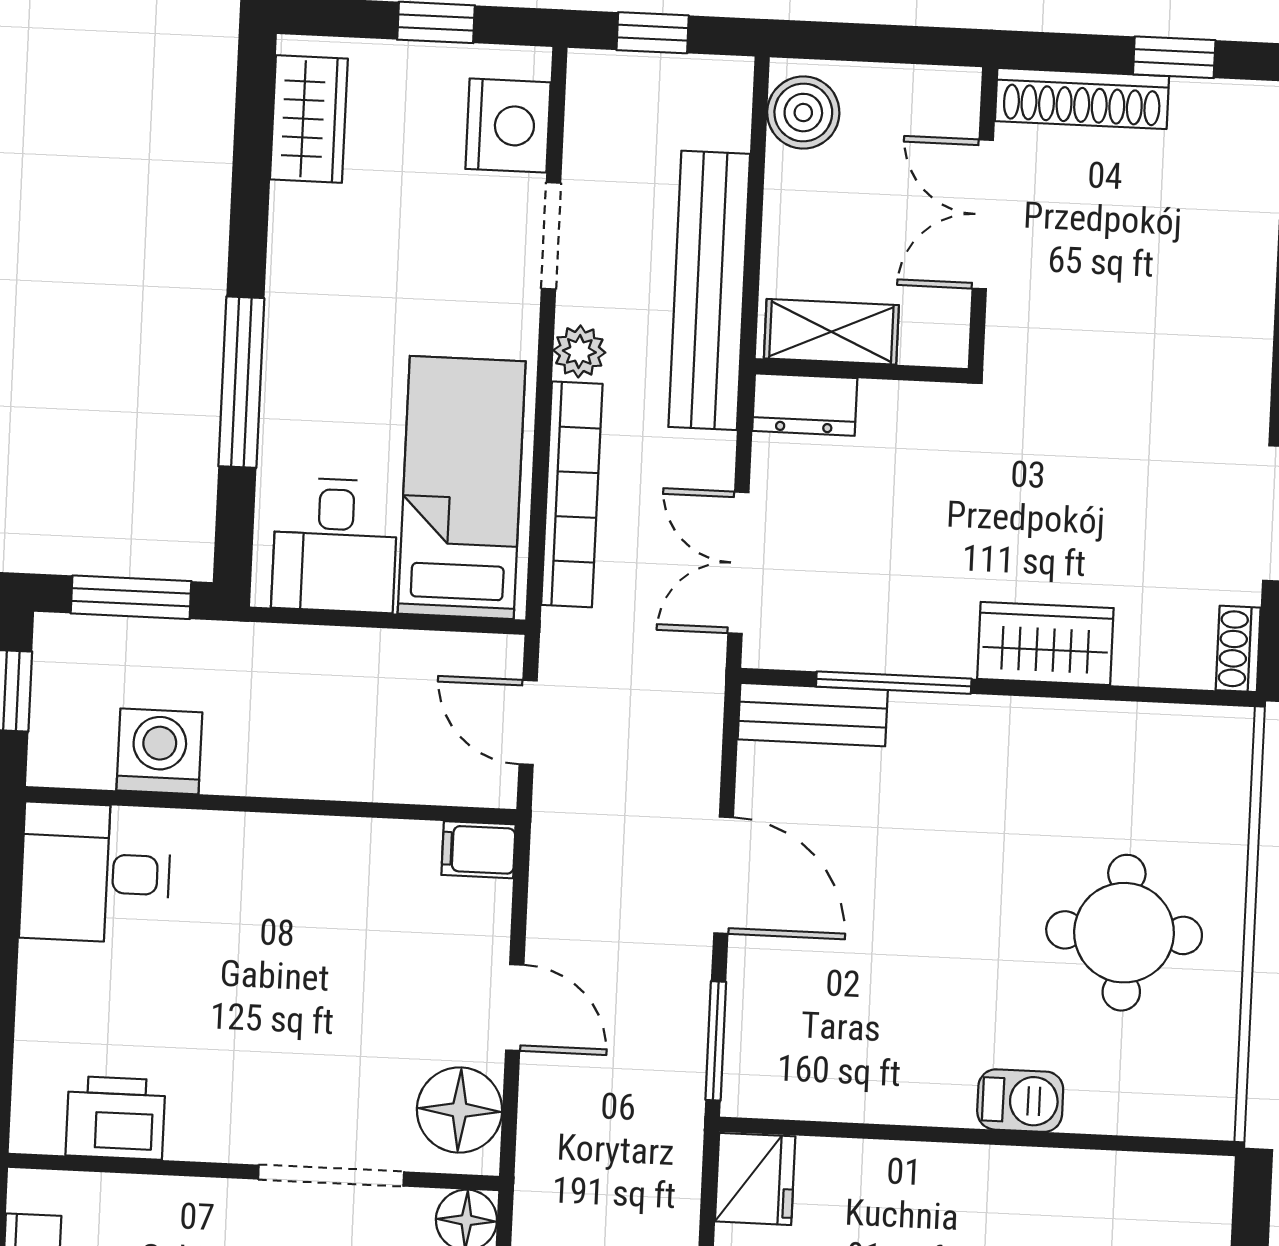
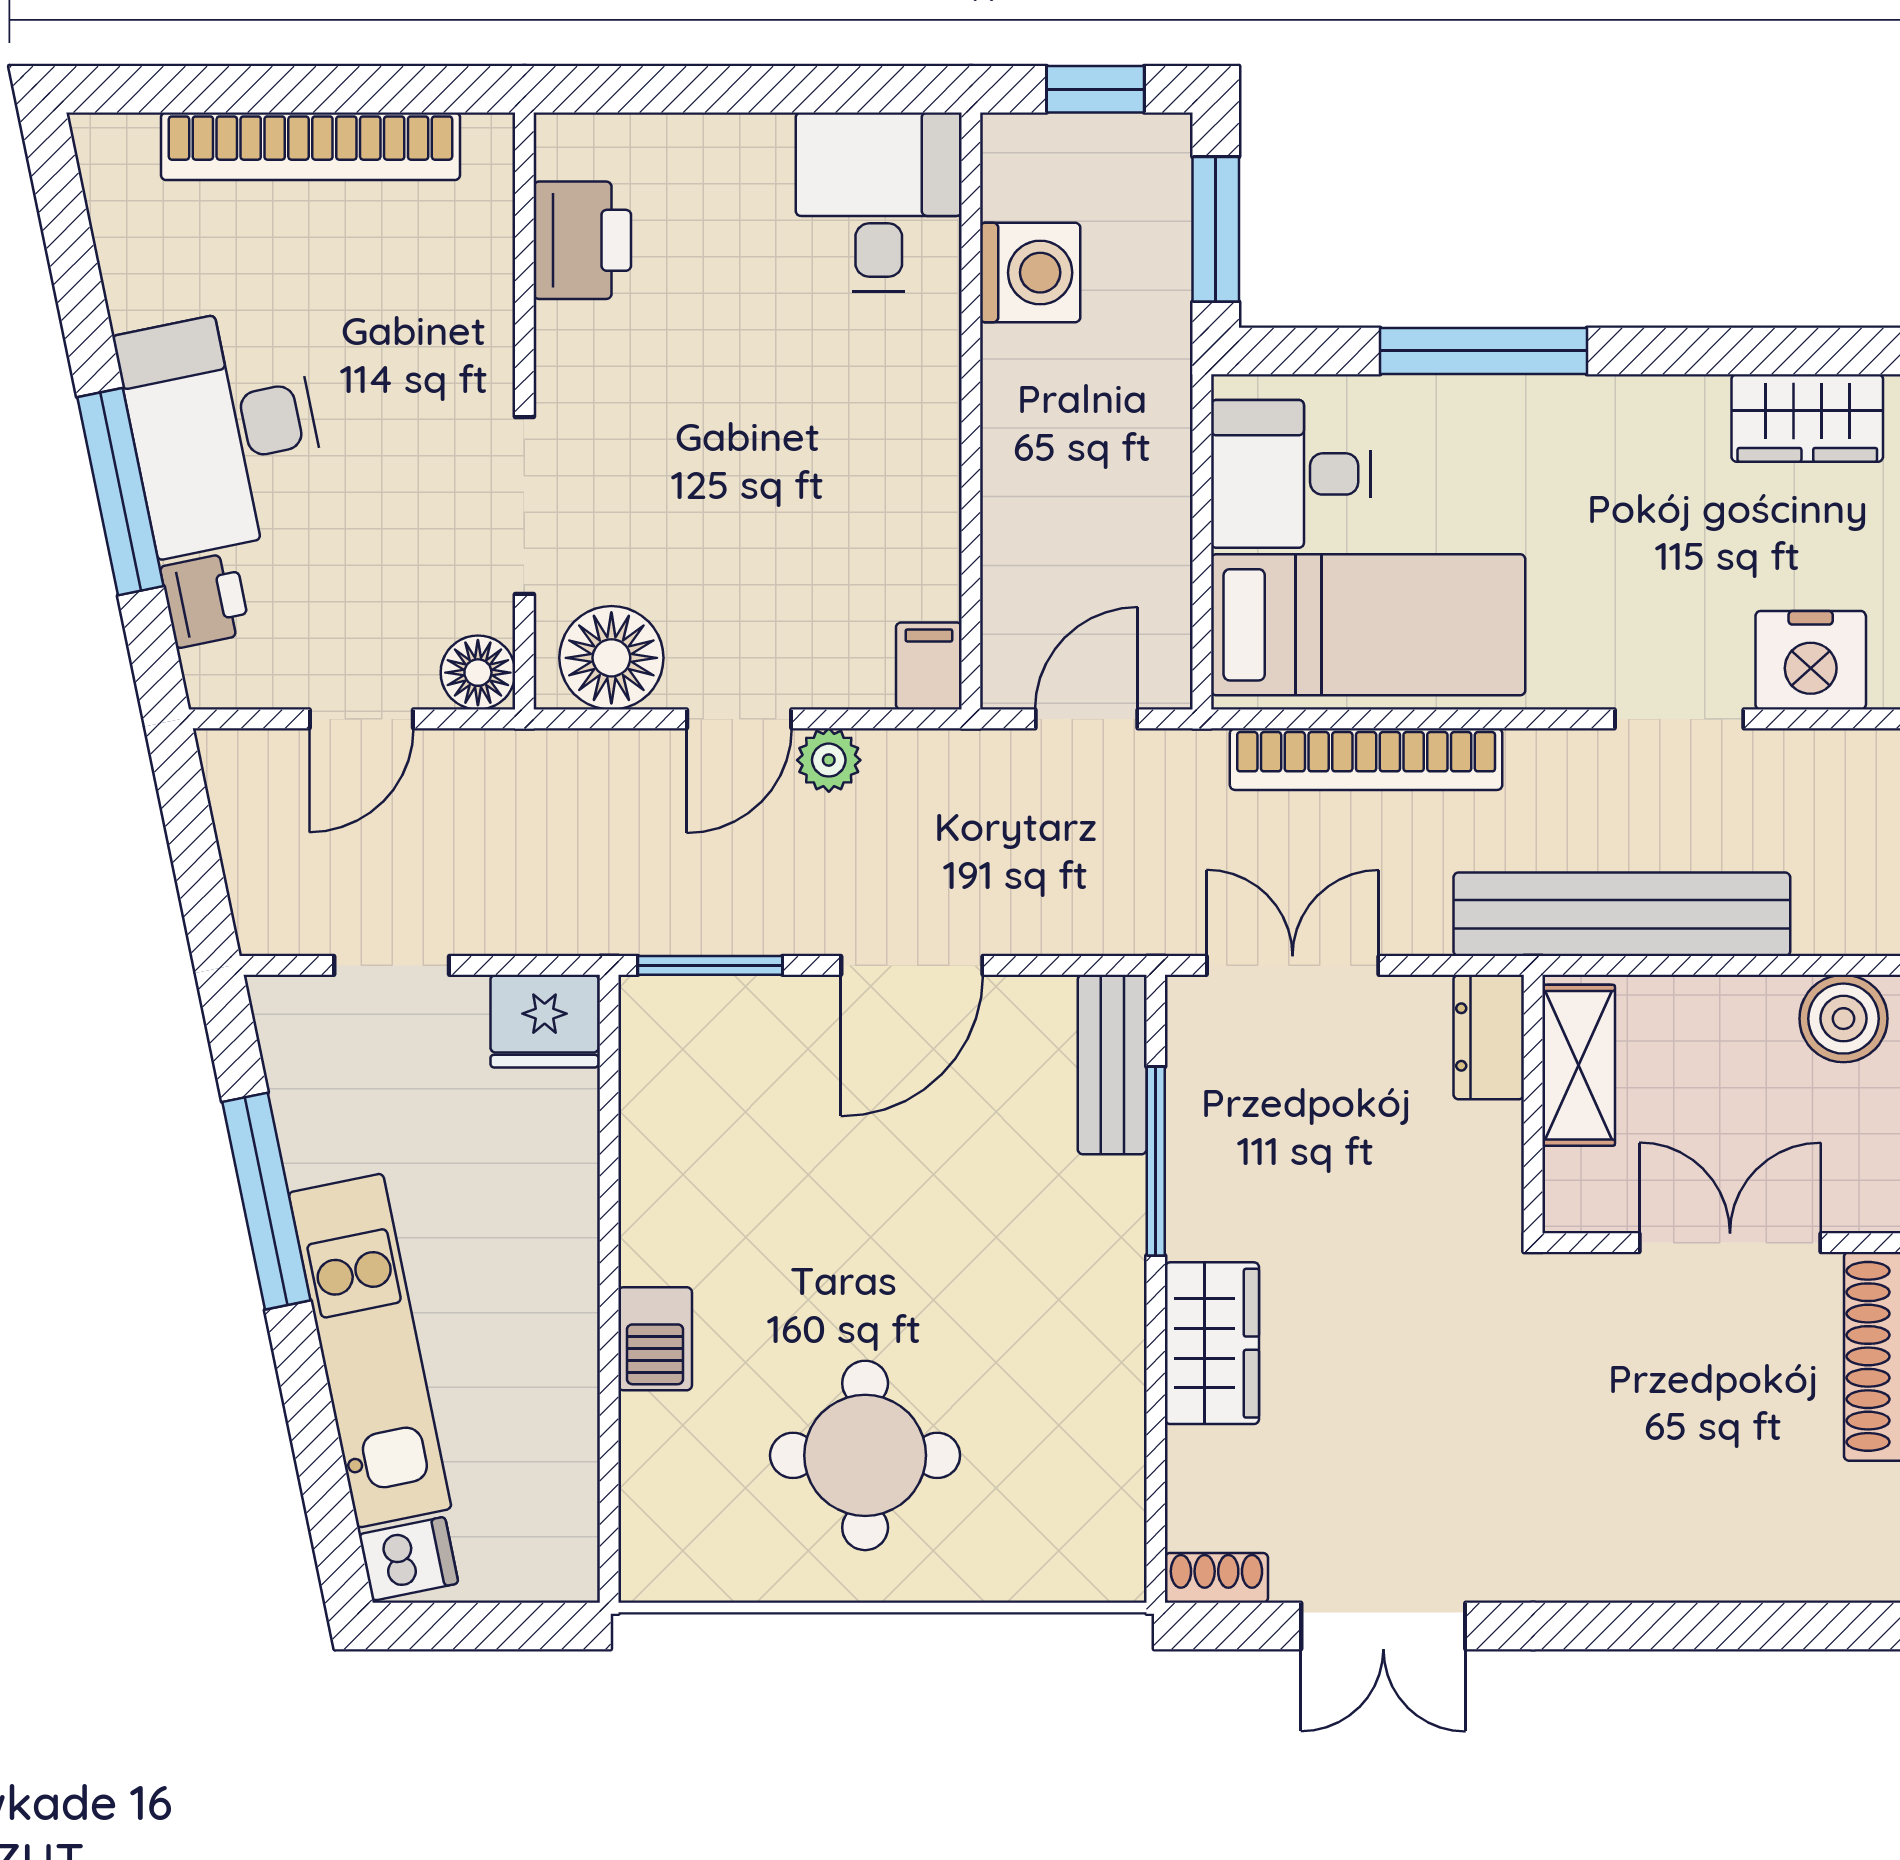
plant: (579, 351) -> (829, 760), moved

